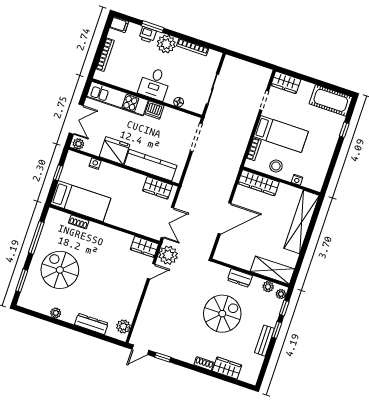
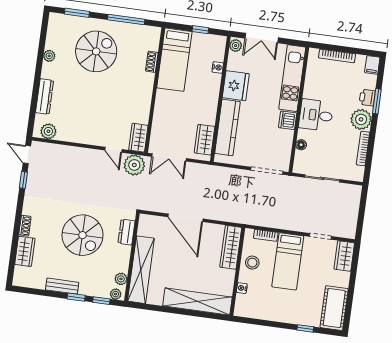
shelving: (272, 270) -> (141, 270), width x1.47
dresser: (240, 278) -> (126, 232), moved

